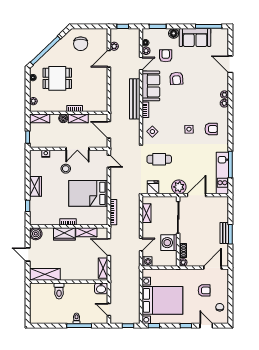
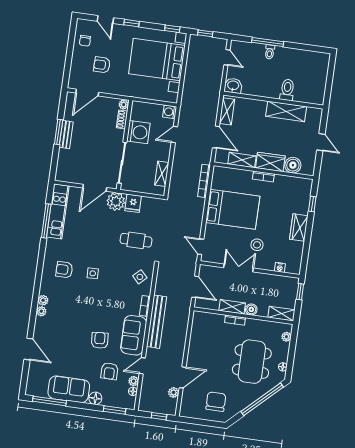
dining table: (57, 78) -> (252, 362), width x1.38
fridge: (153, 187) -> (133, 203), moved
boiler: (36, 234) -> (293, 165), moved
shelving: (45, 274) -> (286, 111), moved

